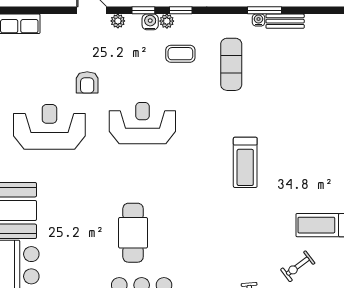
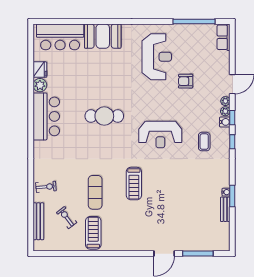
plant: (167, 21) -> (225, 111), moved
exercise mat: (231, 64) -> (95, 192), moved, turned 90
reception desk: (142, 123) -> (160, 135), moved, turned 90
treadmill: (245, 162) -> (134, 184), turned -90
cafe table: (133, 233) -> (104, 116), moved

